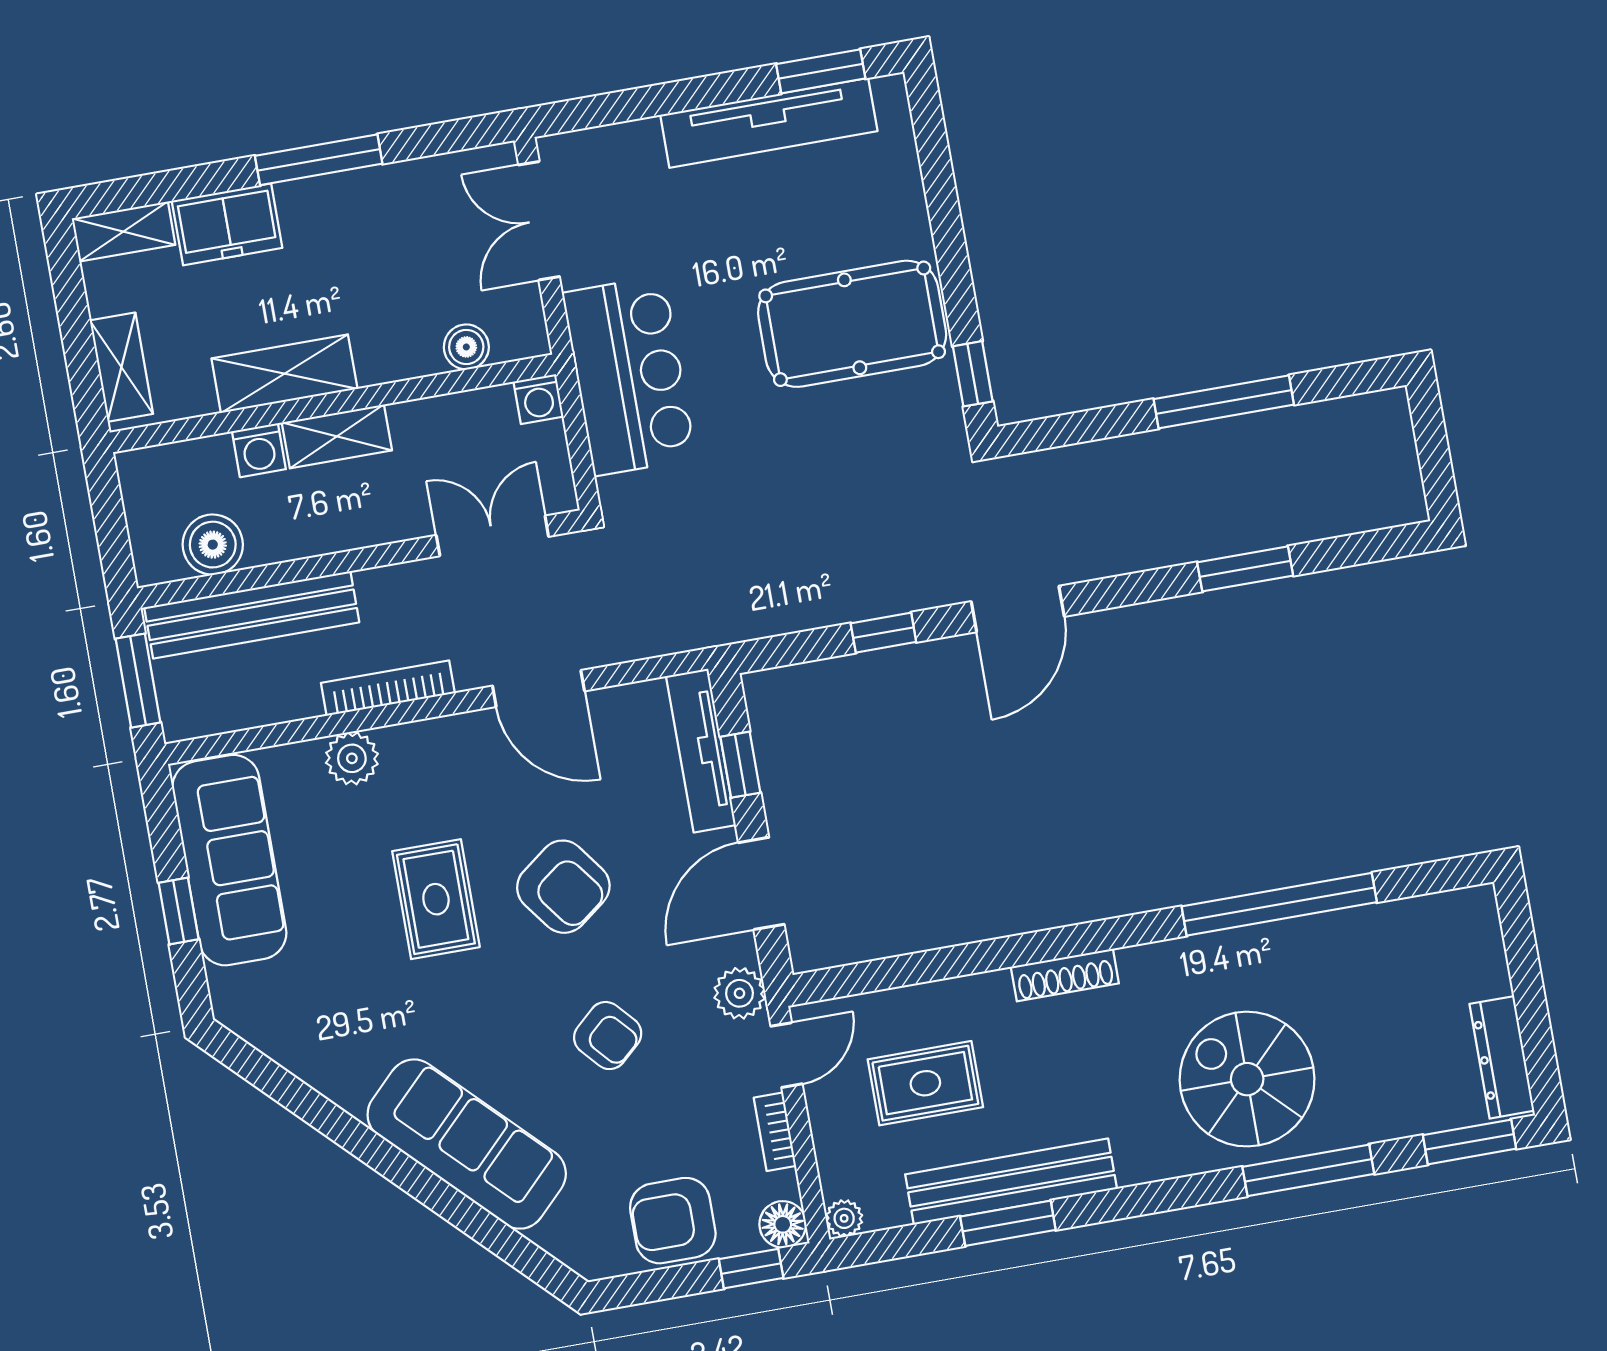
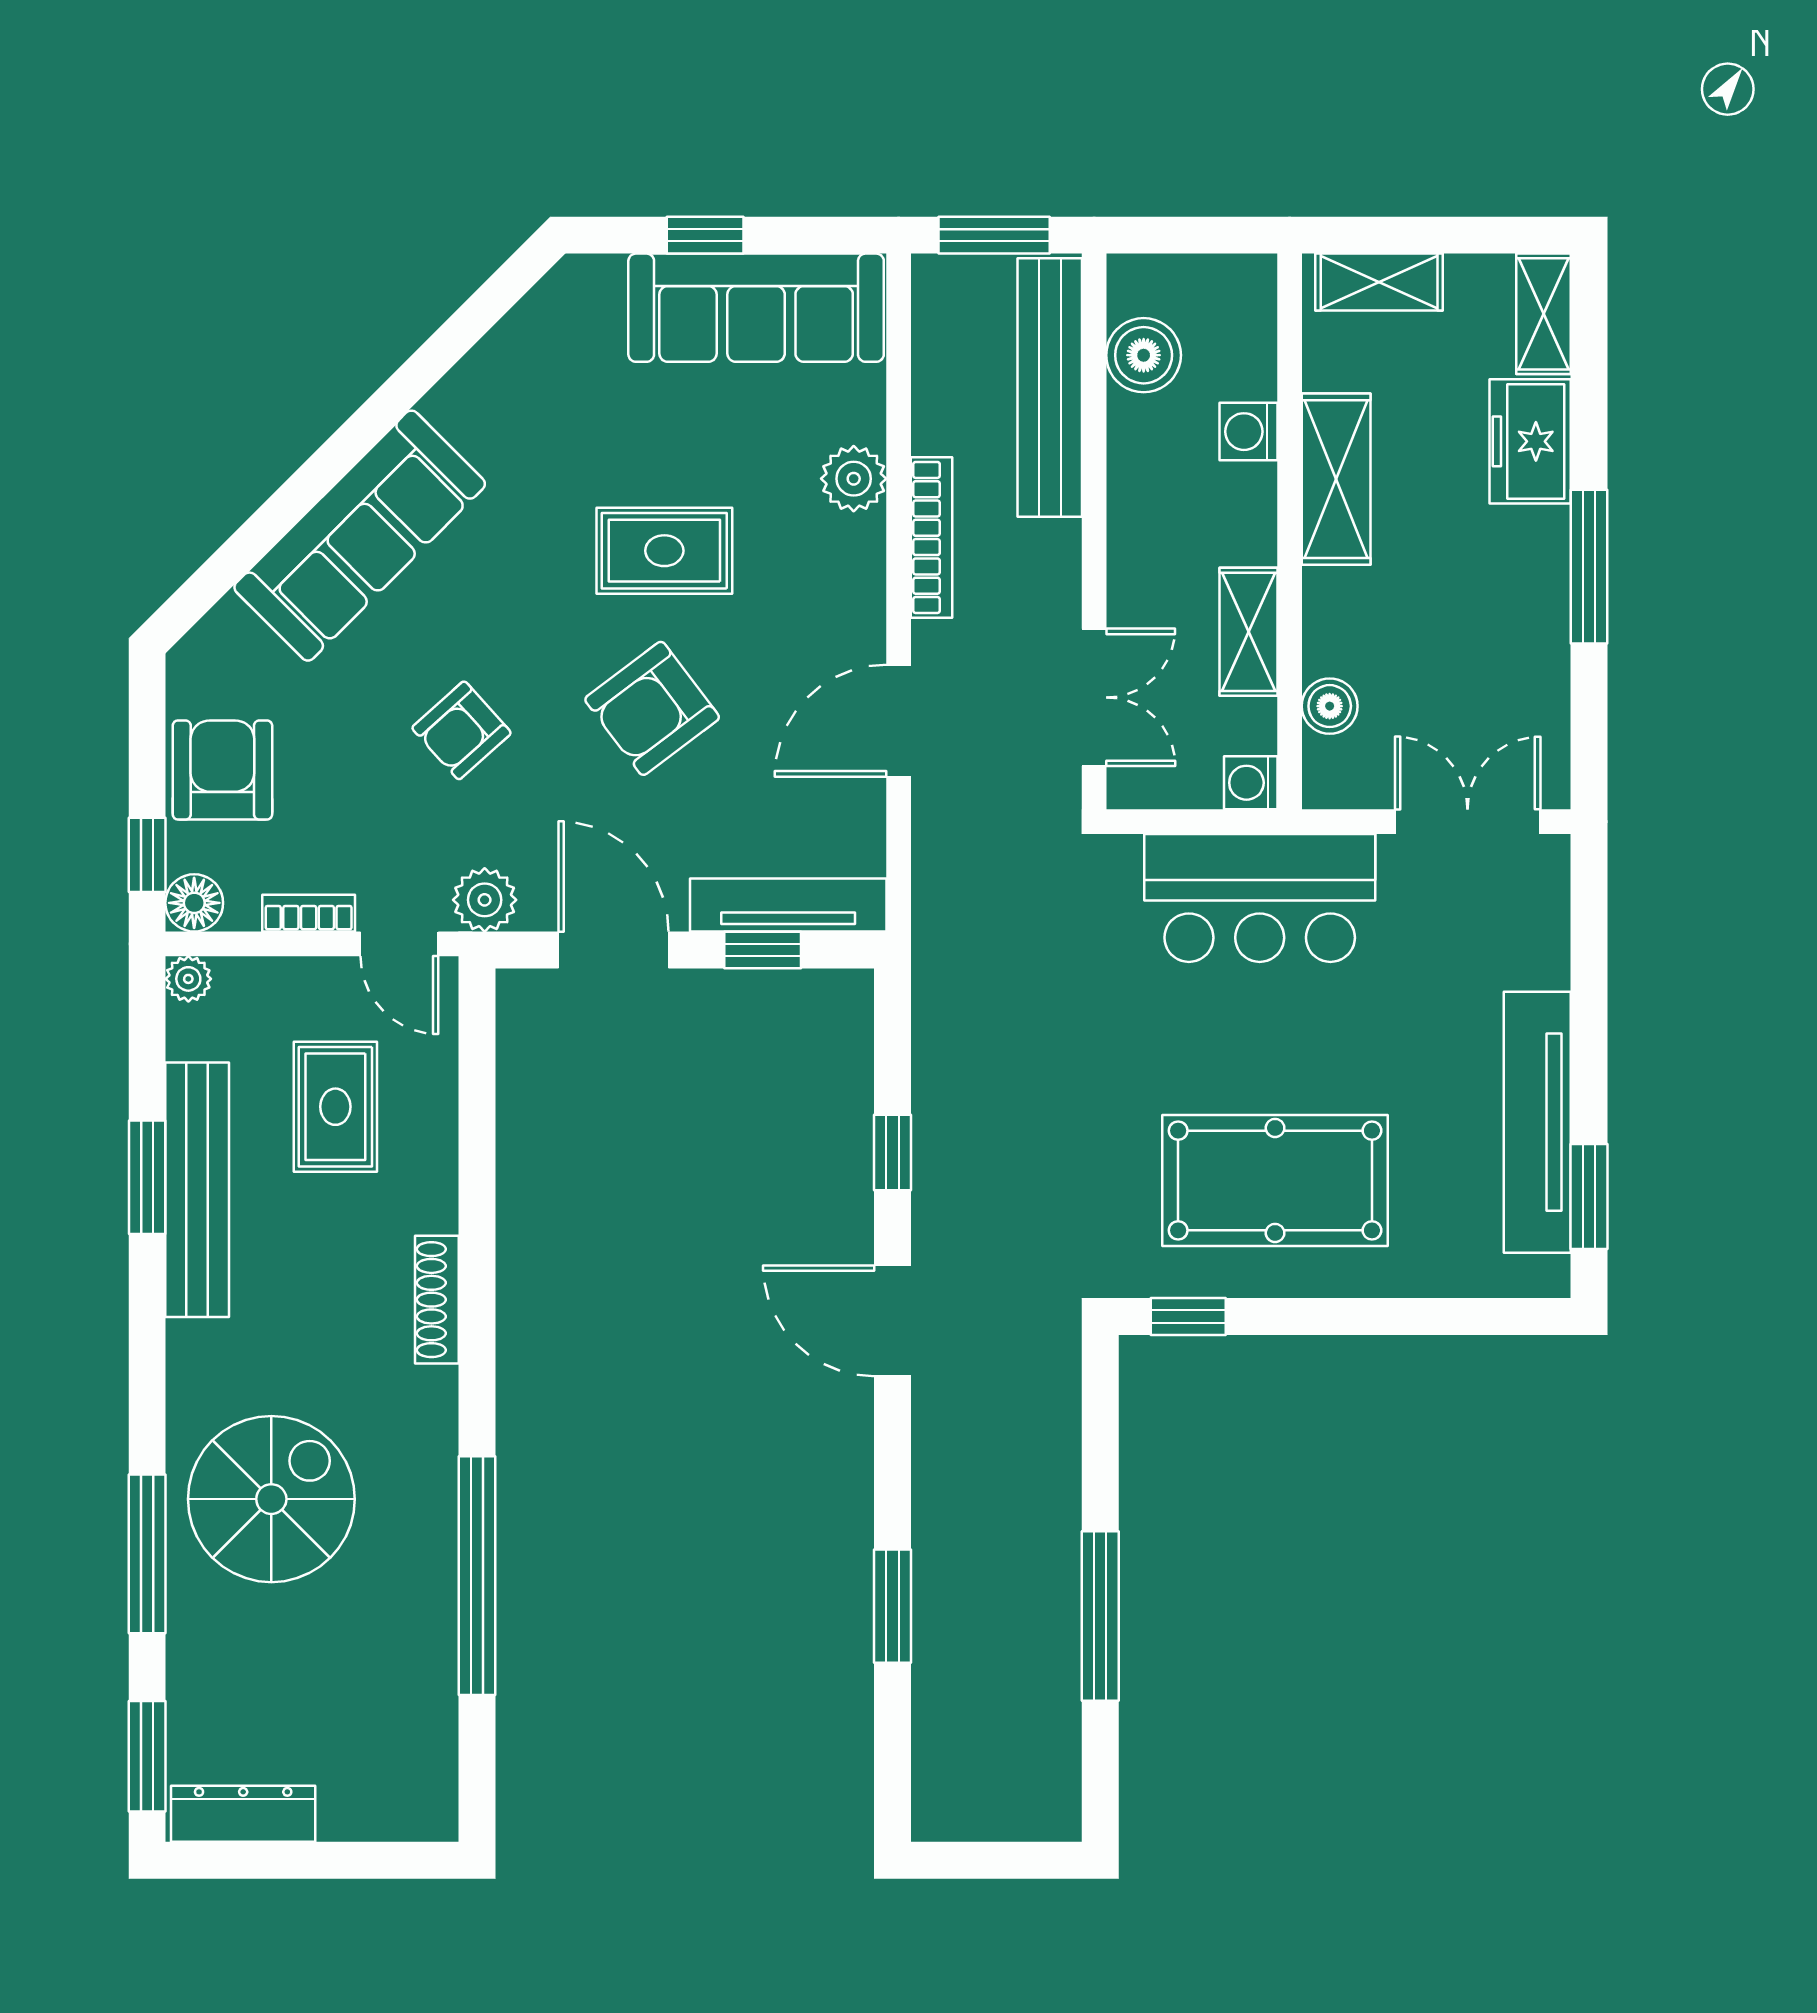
pool table: (852, 324) -> (1275, 1180), turned 90
shelving: (337, 436) -> (1249, 632), moved

